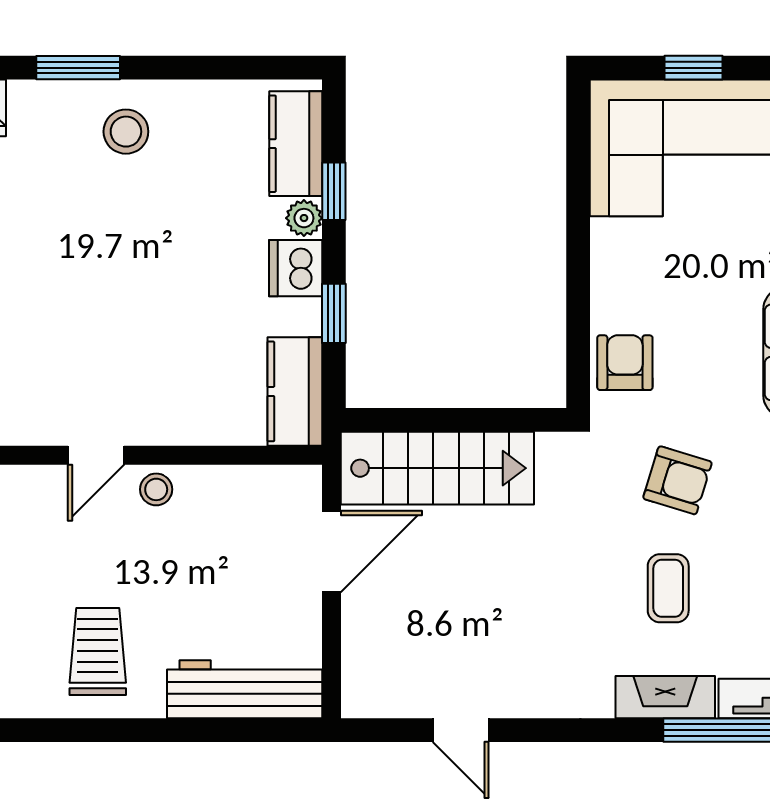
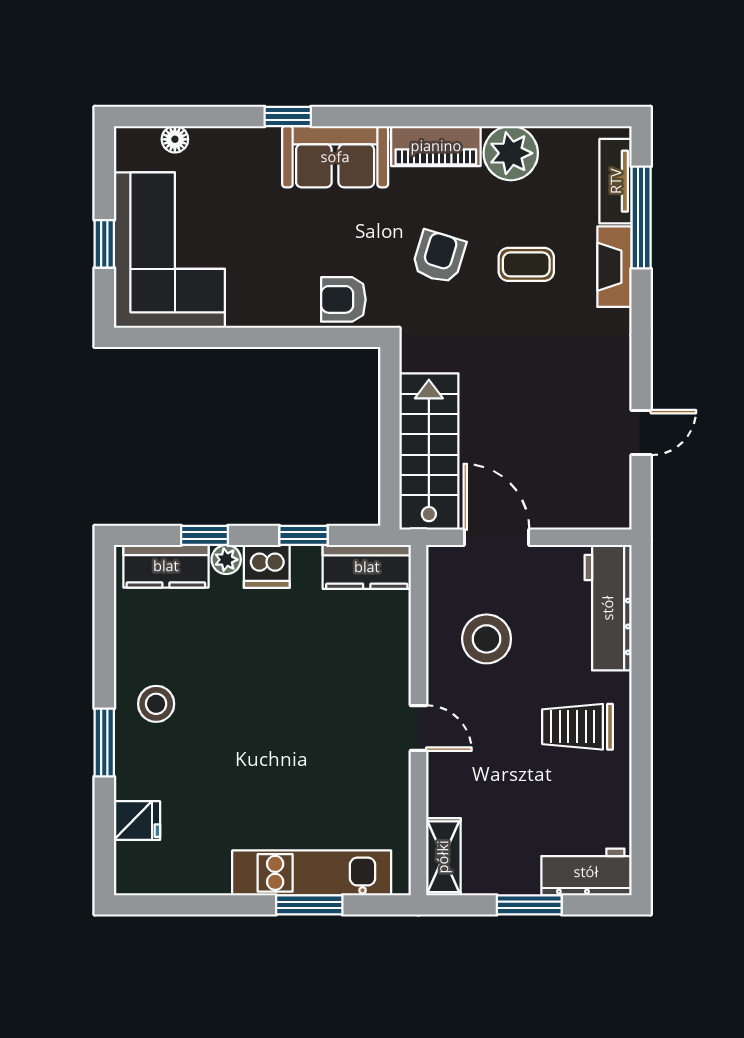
stool: (156, 489) -> (487, 639), moved, width x1.89, depth x1.89

